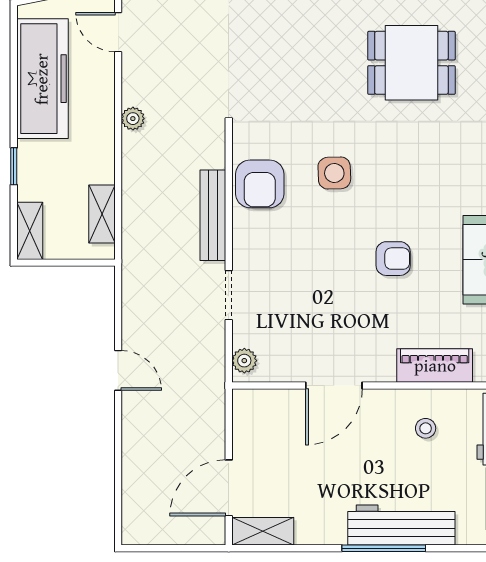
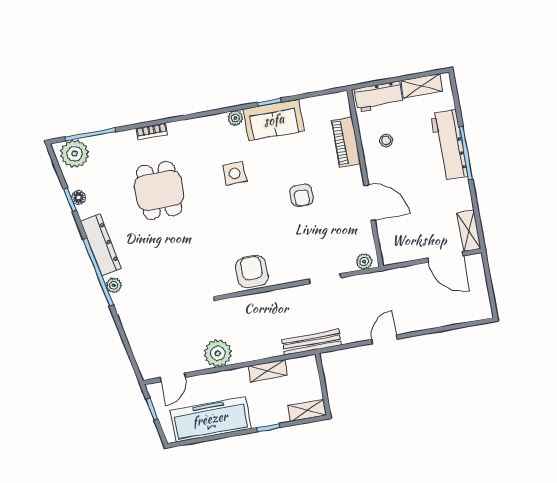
plant: (133, 119) -> (218, 353), width x1.87, depth x1.87
side table: (334, 173) -> (235, 173), moved
armchair: (260, 184) -> (252, 272), turned -90
shelving: (102, 214) -> (268, 371), moved
bench: (213, 215) -> (312, 342), moved
armchair: (393, 259) -> (301, 195), moved, turned 180

